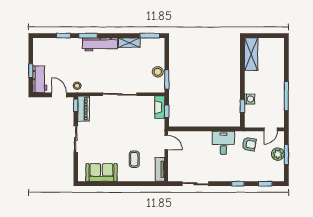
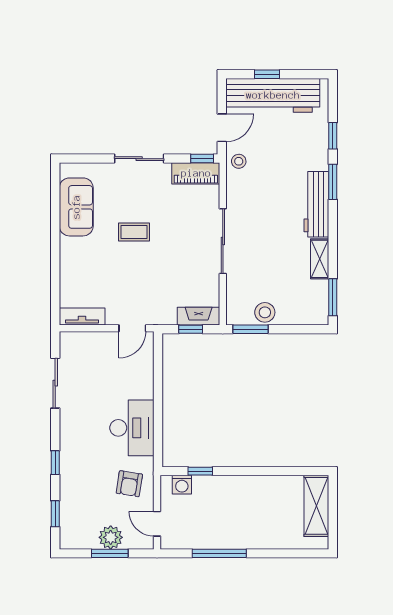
shelving: (251, 54) -> (316, 506), moved, turned 90
workbench: (40, 79) -> (273, 95), width x1.88, depth x1.32
washing machine: (250, 99) -> (182, 485), moved
desk: (223, 143) -> (132, 428), width x1.37
coffee table: (134, 159) -> (134, 232), moved

